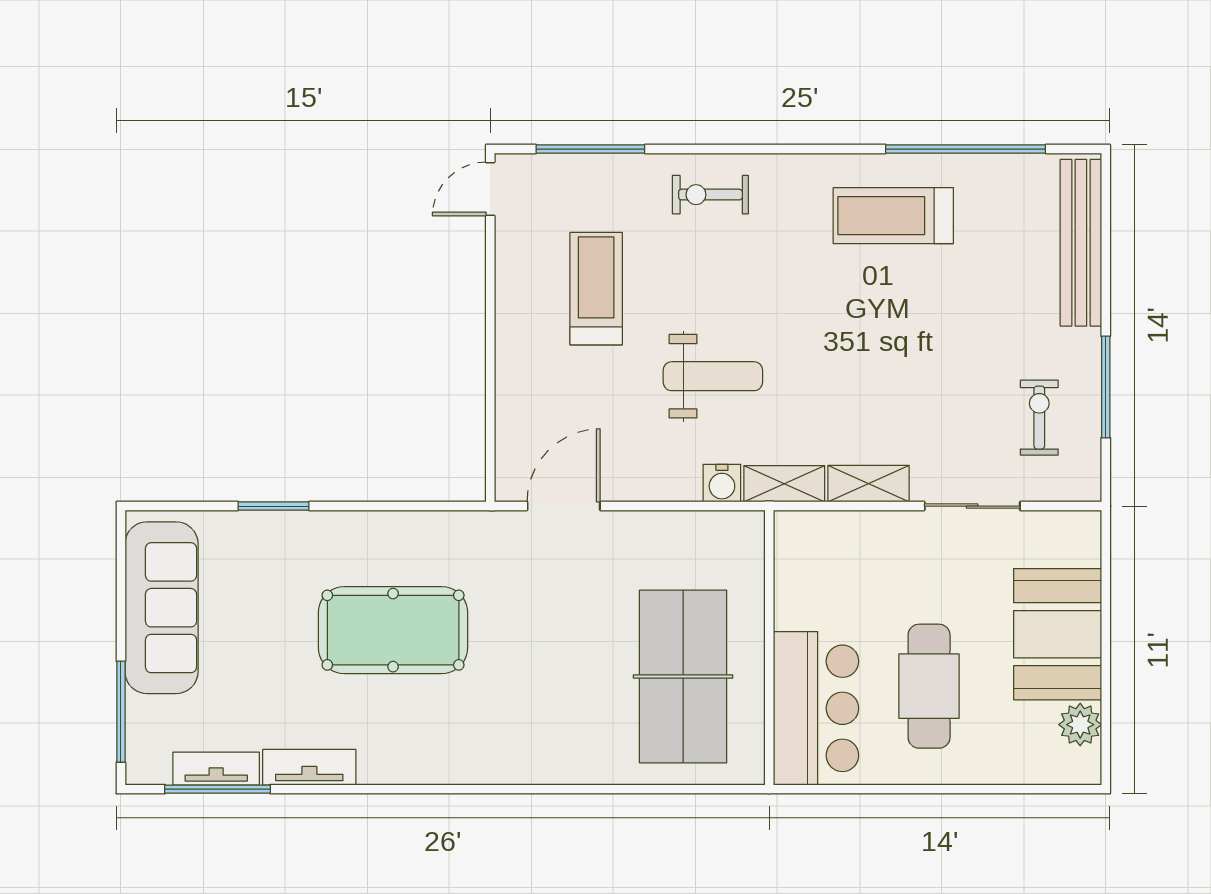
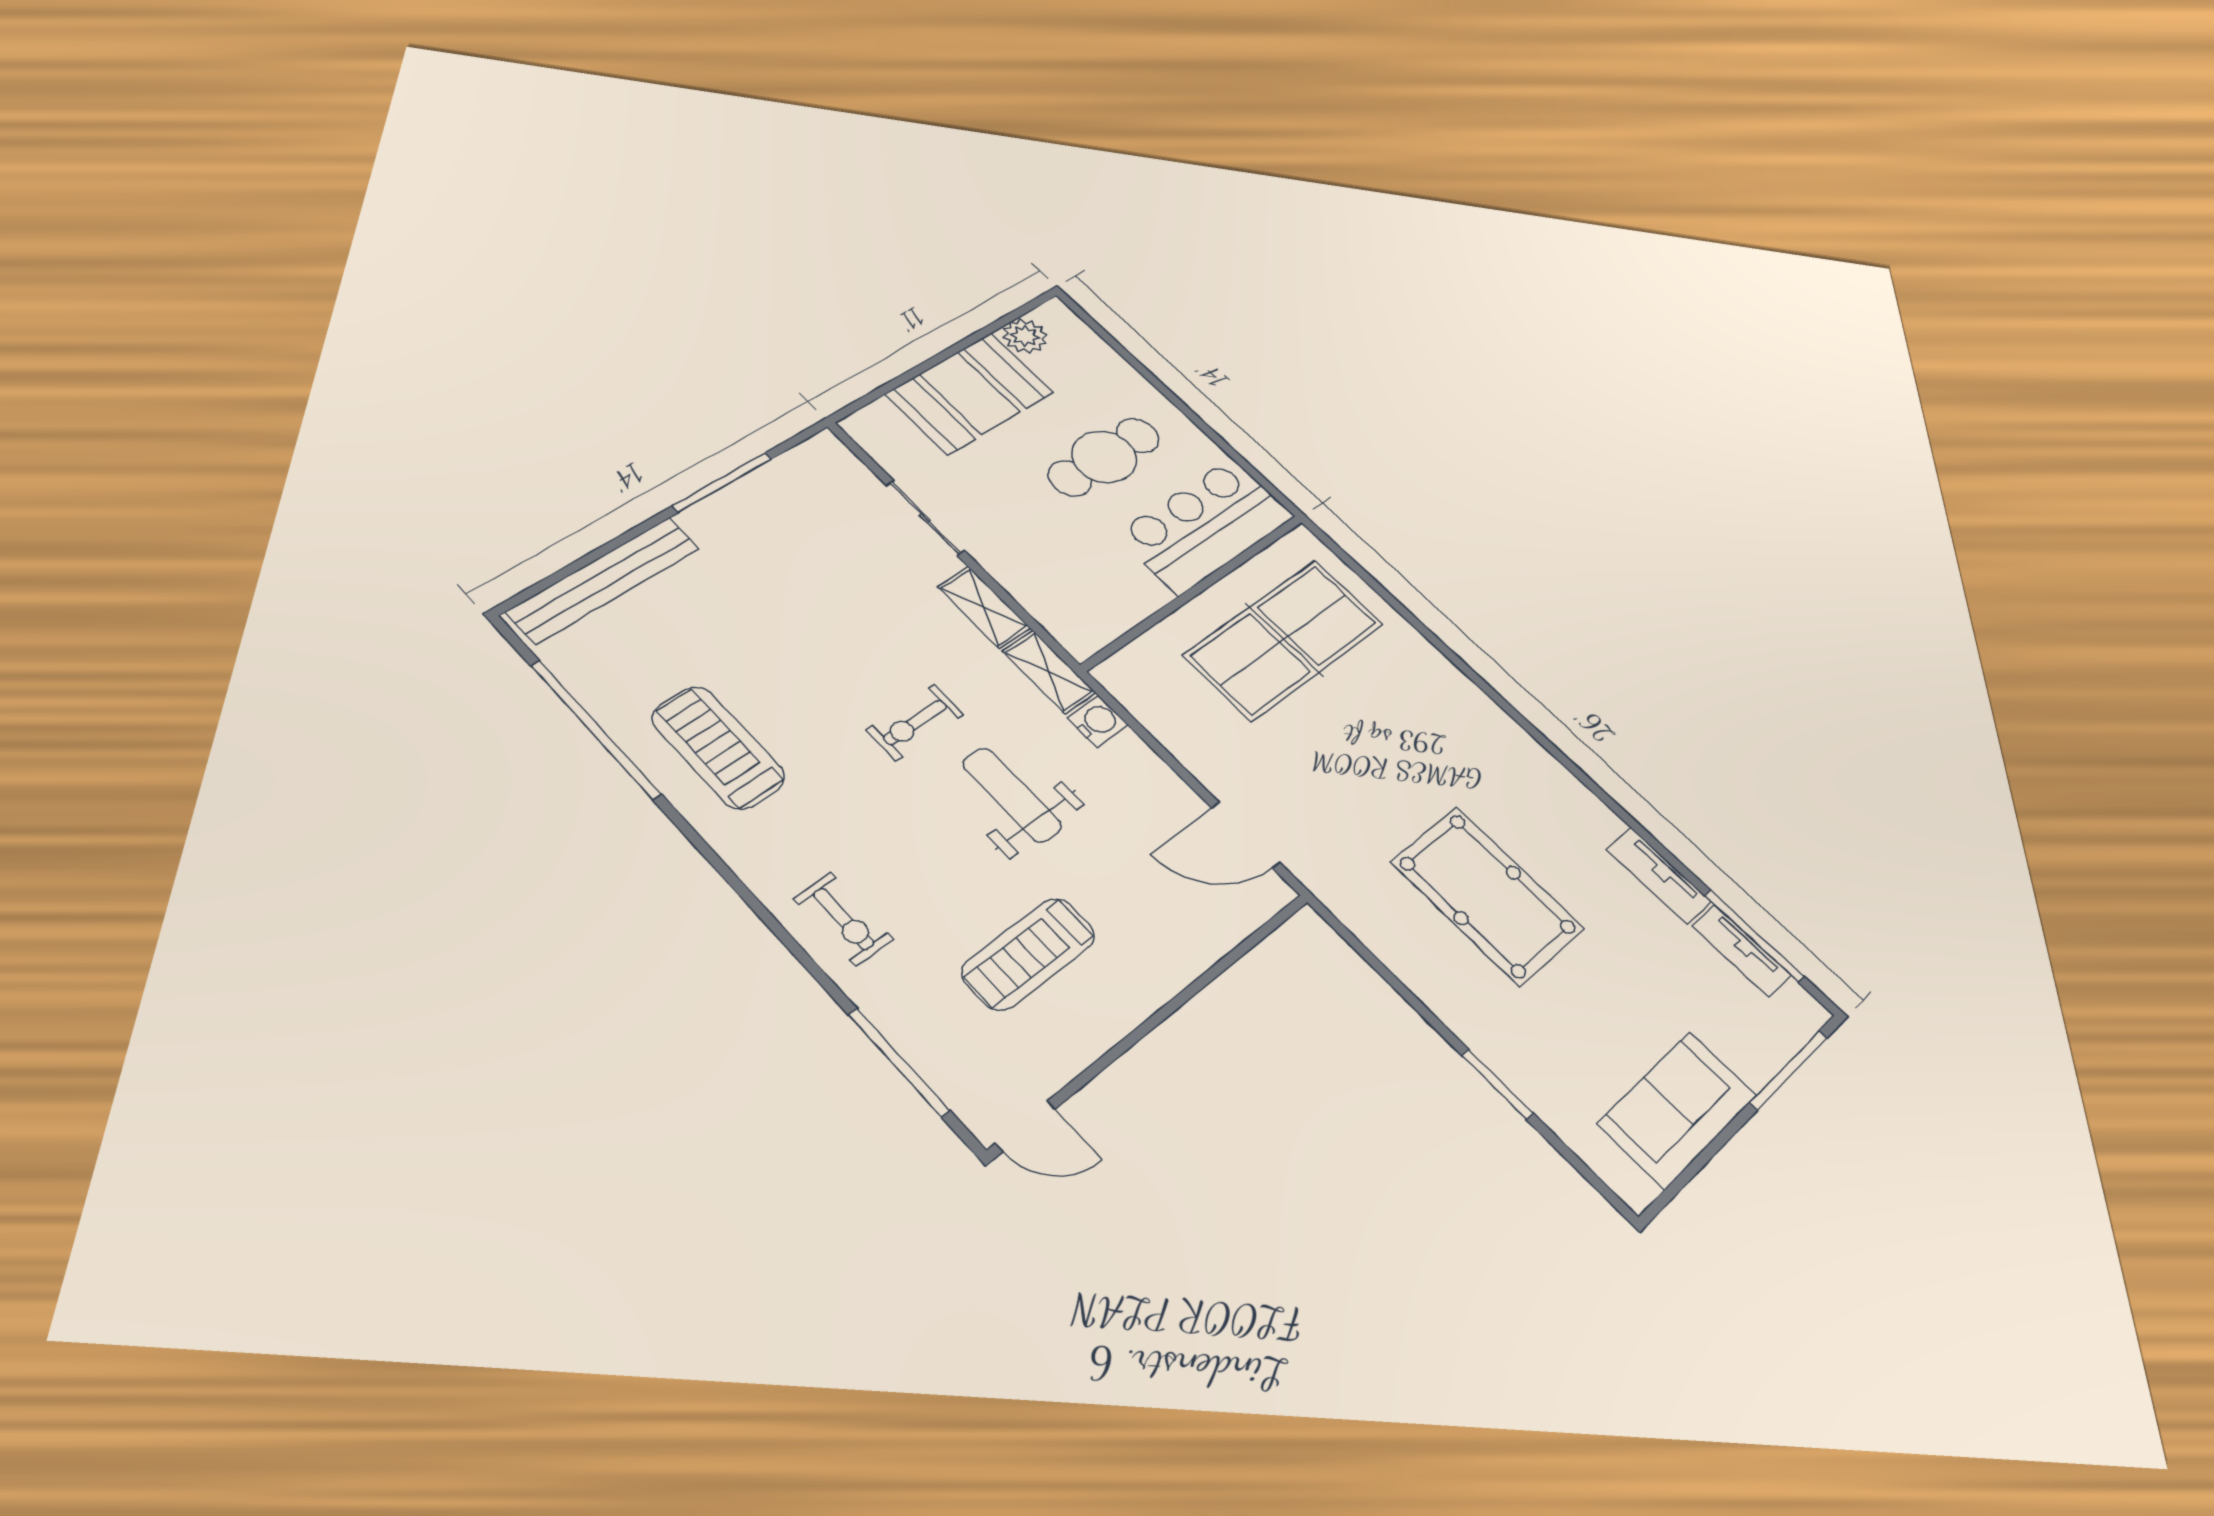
treadmill: (893, 216) -> (718, 748), turned 180
exercise bike: (1039, 418) -> (915, 722), moved
sofa: (162, 608) -> (1677, 1110), width x0.73

